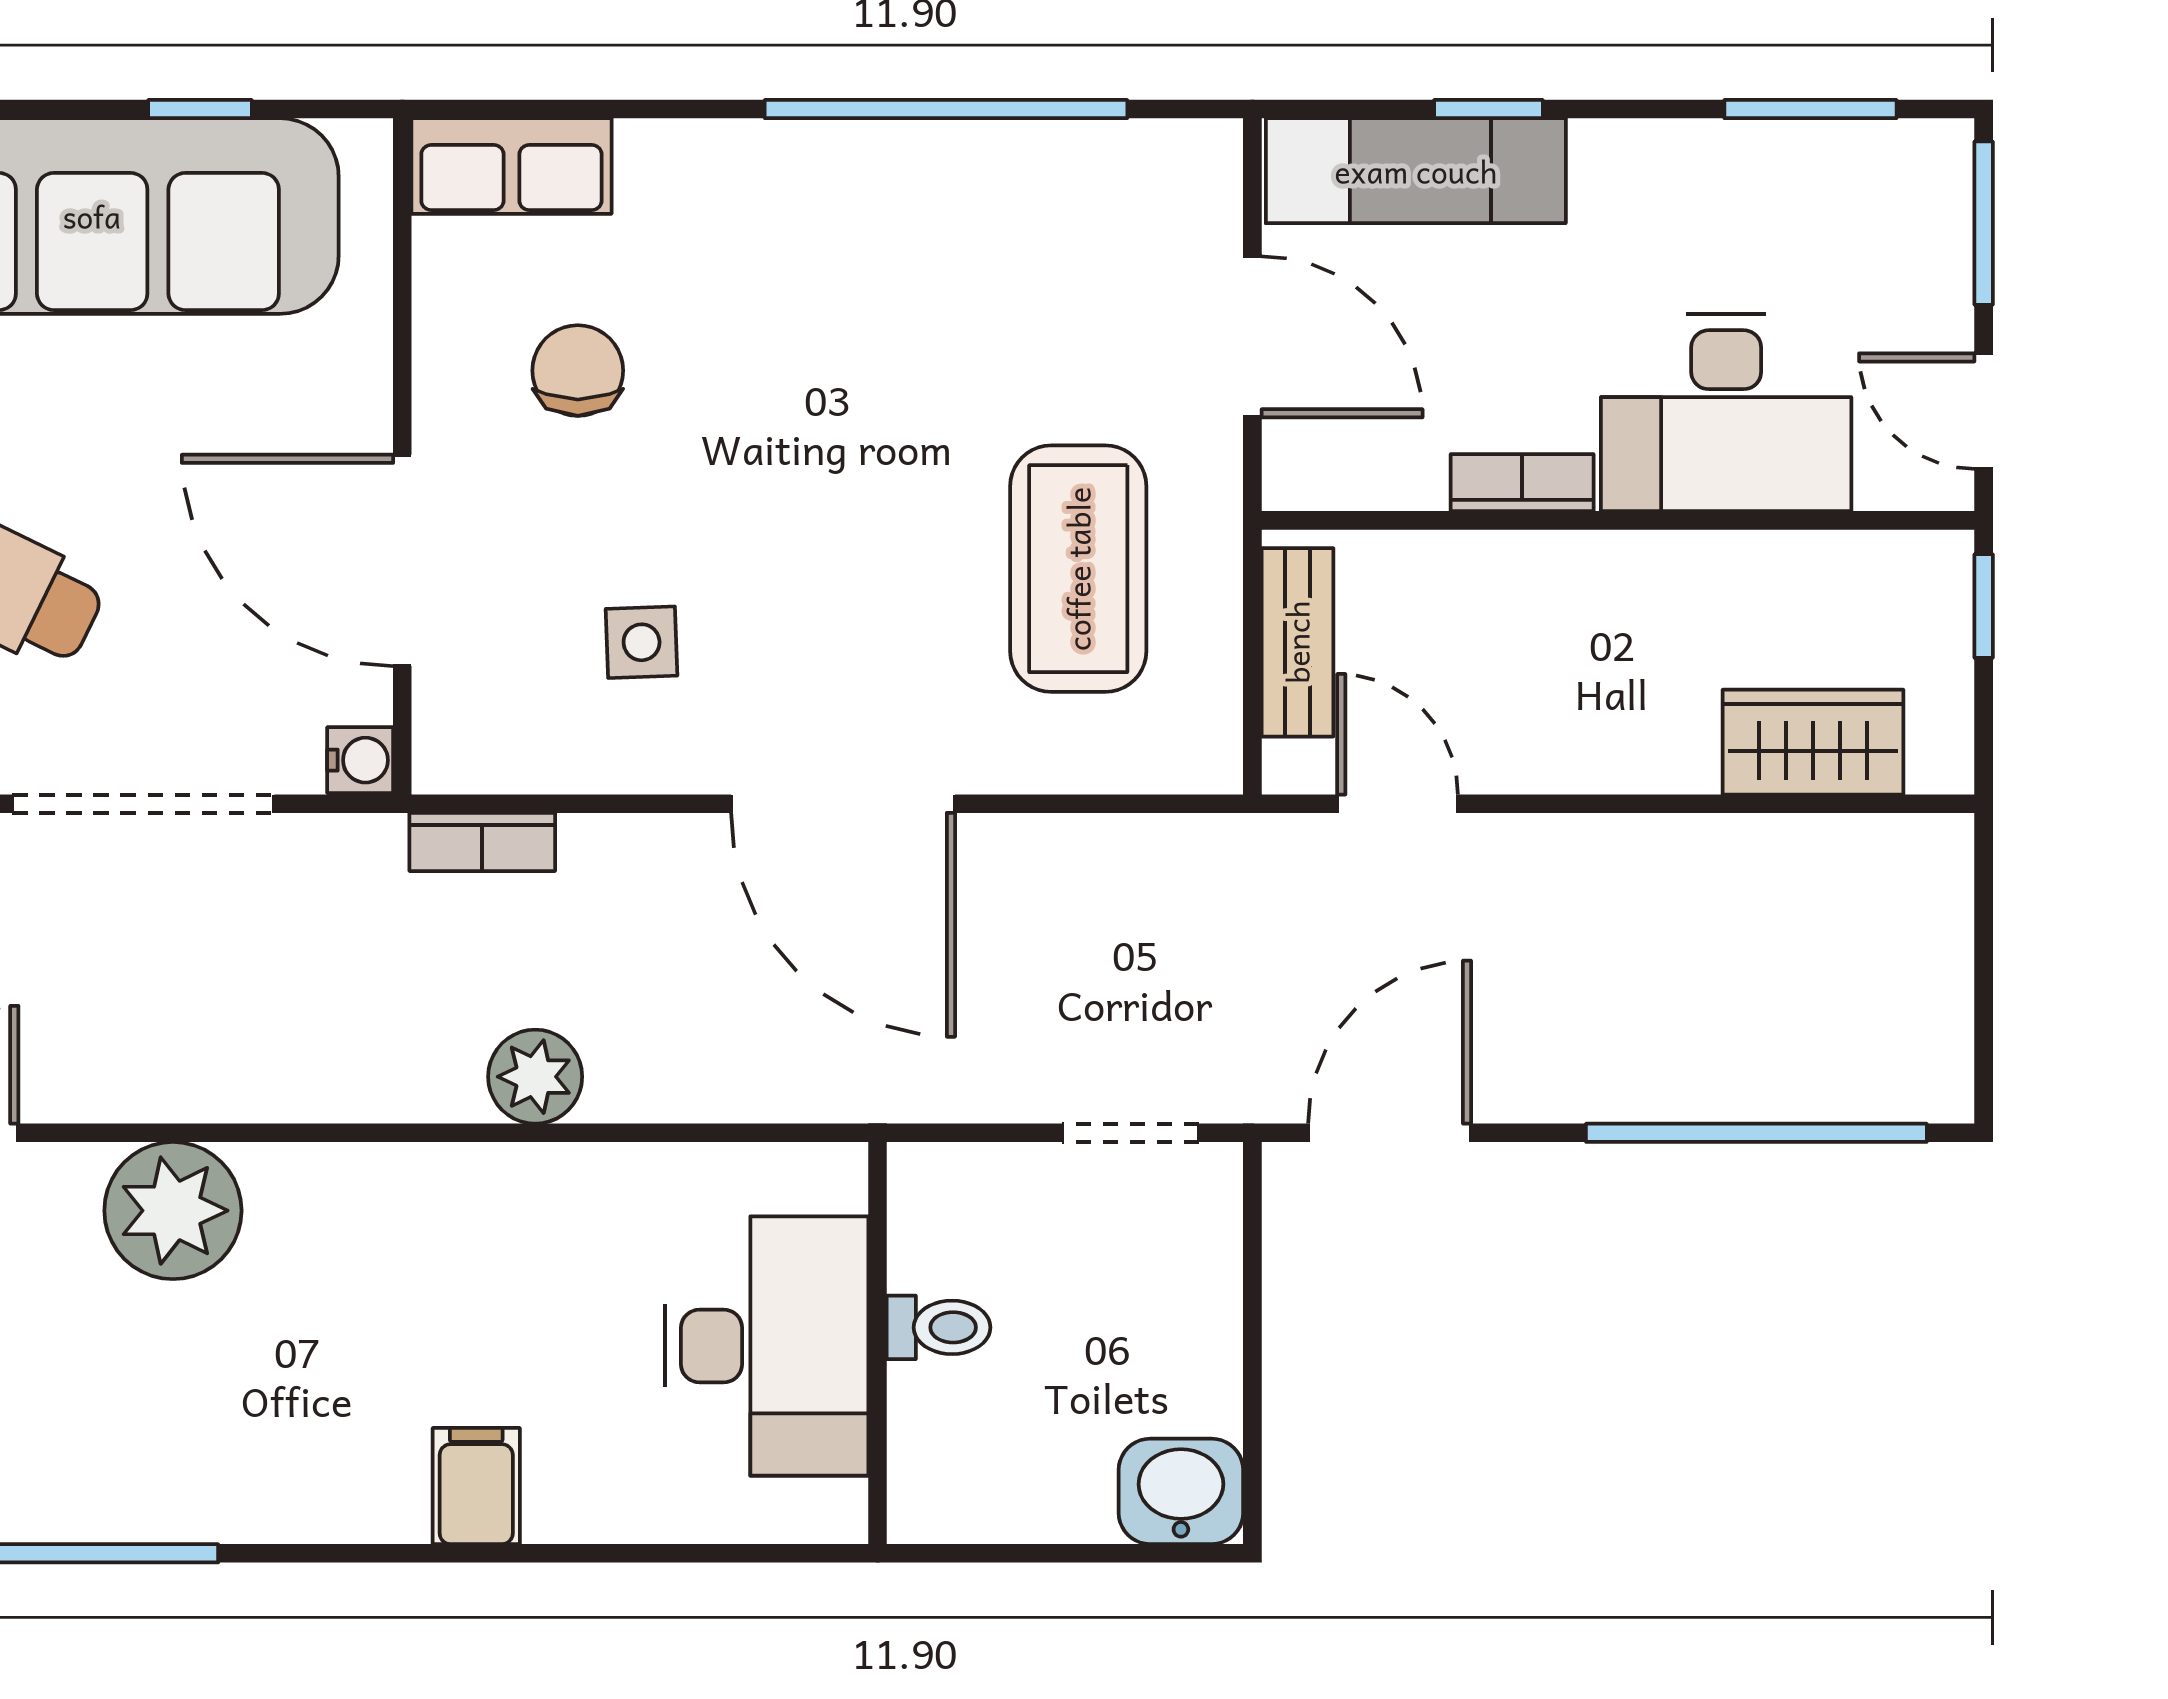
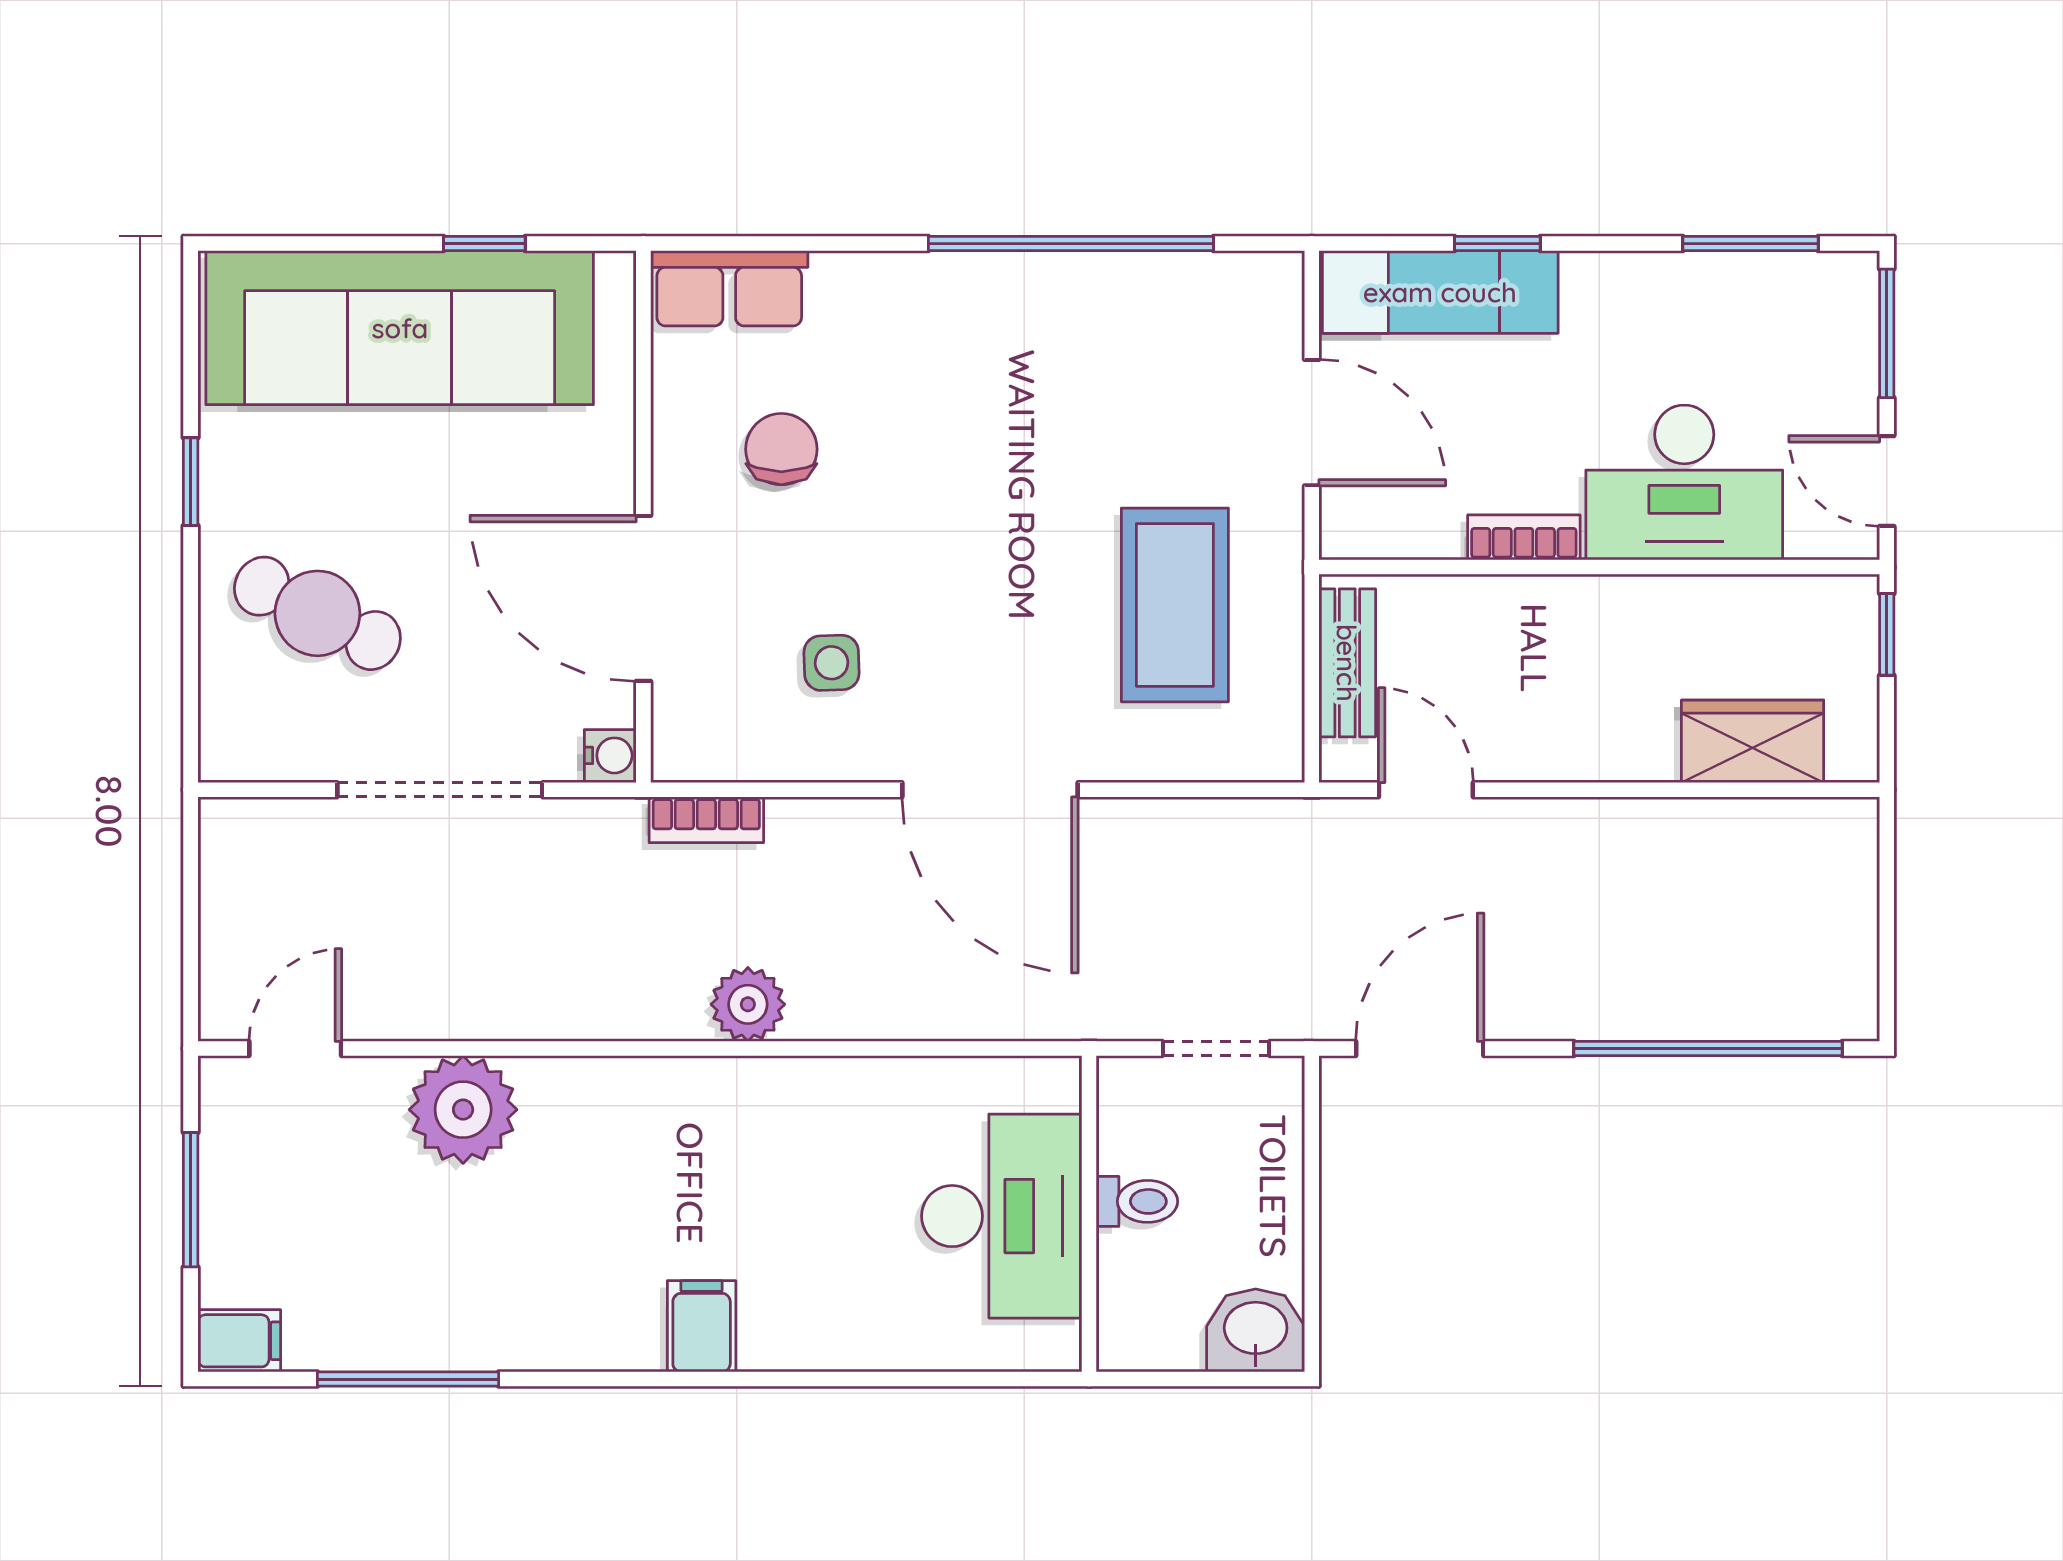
toilet: (939, 1327) -> (1137, 1201), moved
wall: (878, 1343) -> (1089, 1214), moved
desk: (767, 1346) -> (1002, 1216), moved

